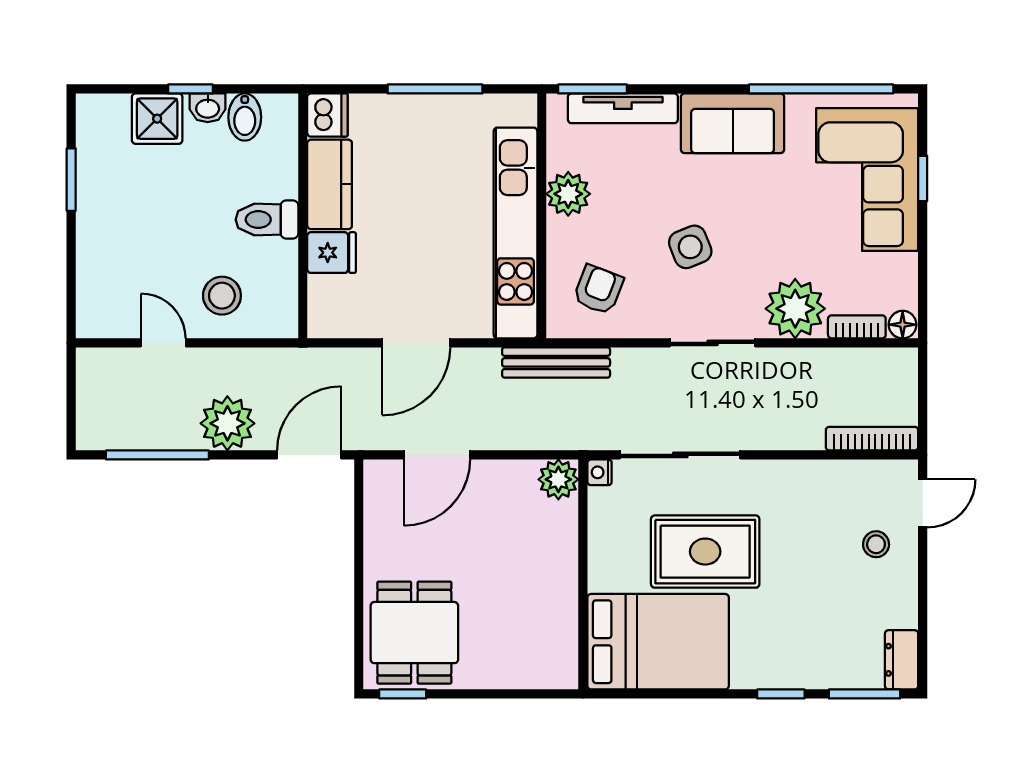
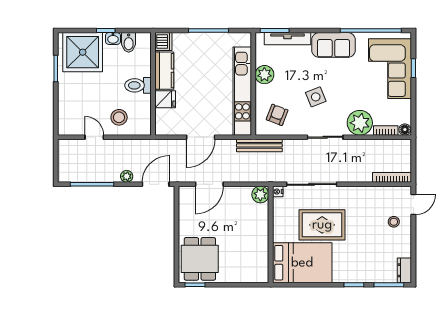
shower: (157, 119) -> (83, 52), width x1.86, depth x1.86
plant: (227, 423) -> (127, 176), width x0.53, depth x0.53

